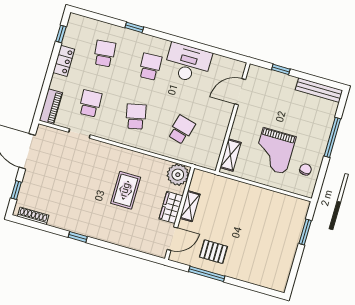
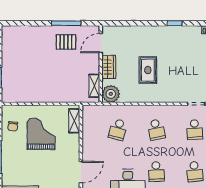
shelving: (190, 206) -> (94, 86), moved

